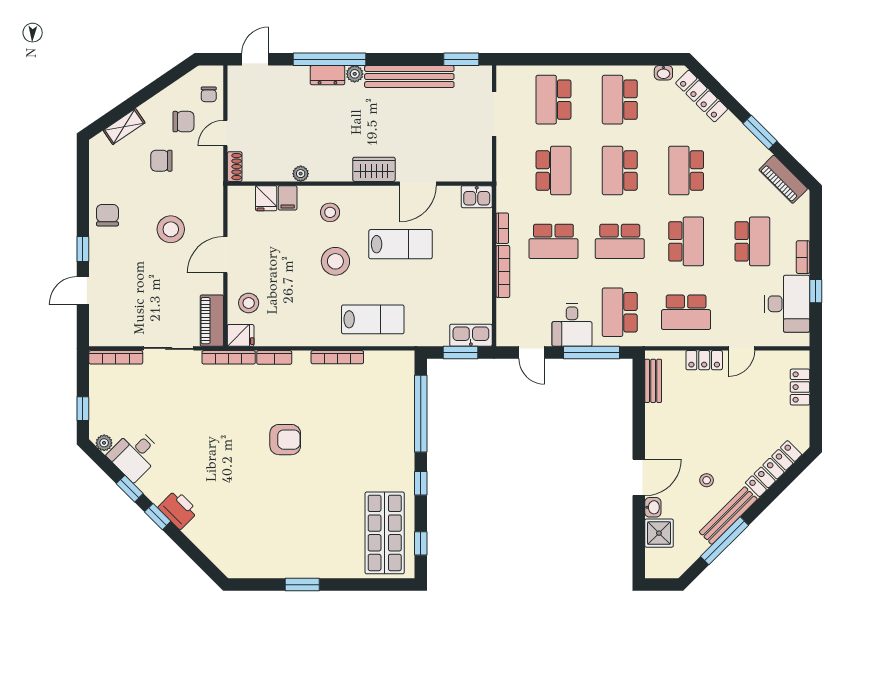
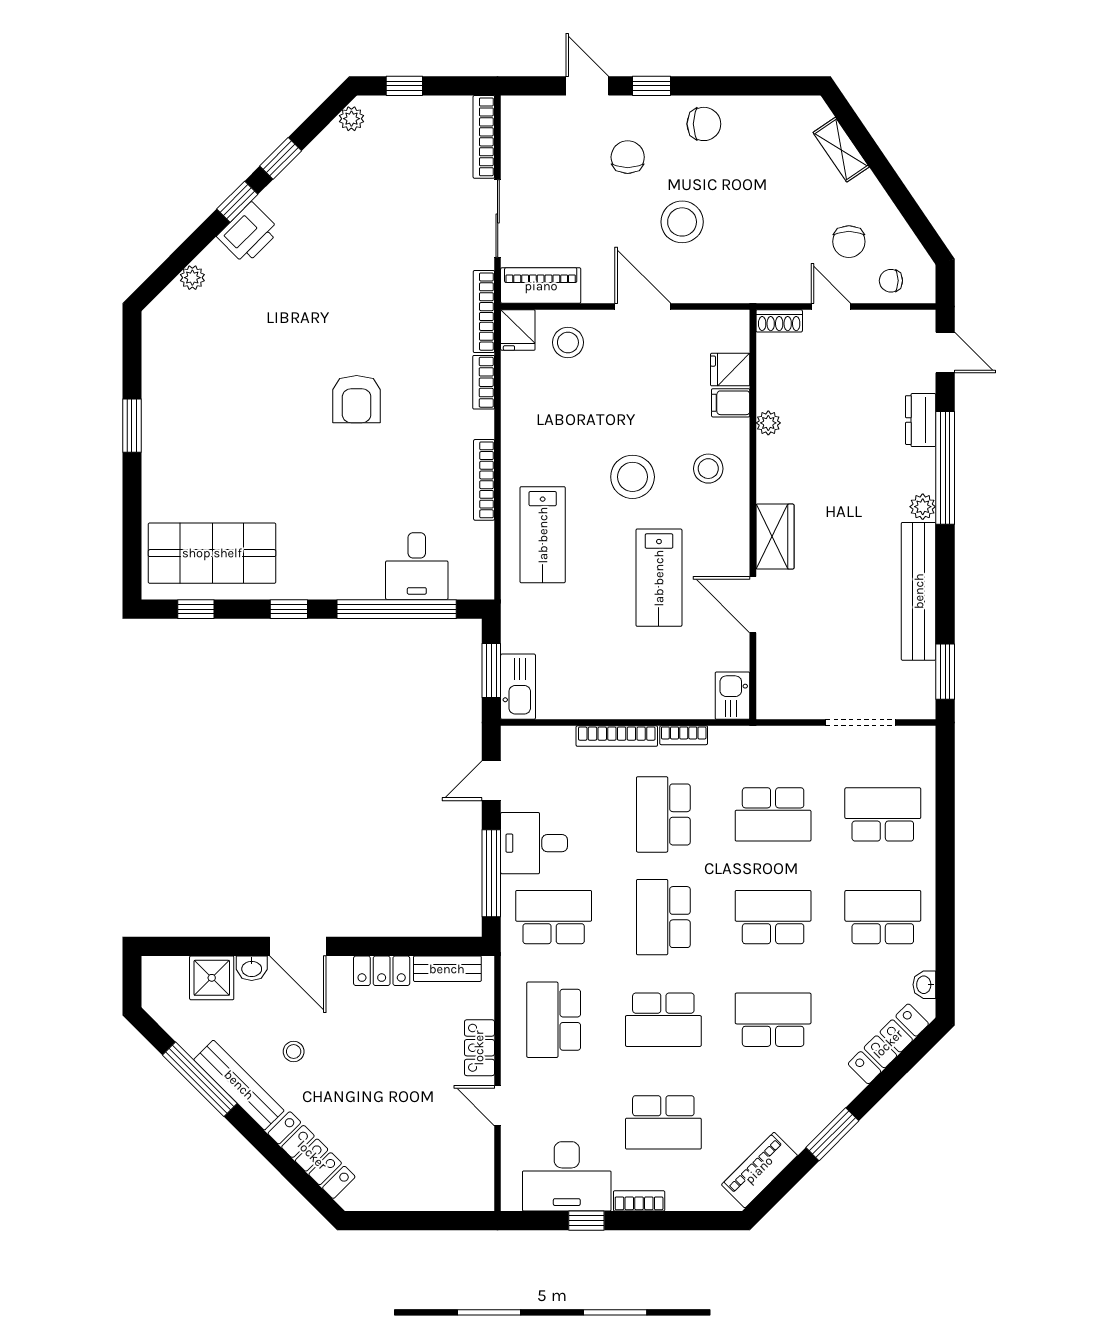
dresser: (327, 75) -> (921, 420), moved
chair: (161, 161) -> (628, 157), moved
locker: (800, 387) -> (382, 971), moved, turned 180
desk: (135, 454) -> (417, 566), moved, turned -135
plant: (207, 546) -> (192, 278), added

